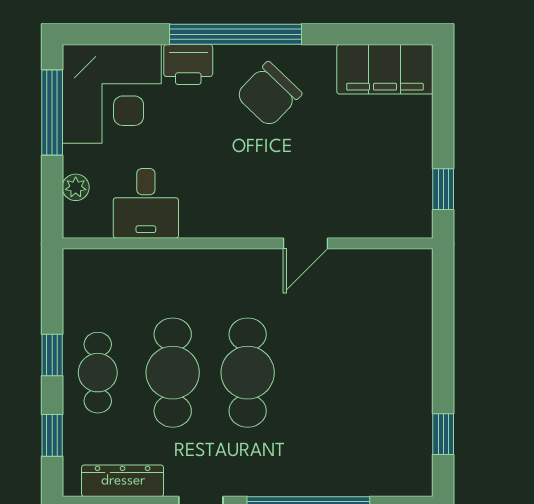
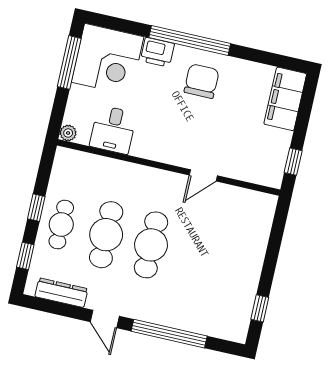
filing cabinet: (385, 69) -> (285, 99), moved, turned 90
chair: (269, 94) -> (202, 81), turned 136
plant: (76, 187) -> (68, 133), moved

